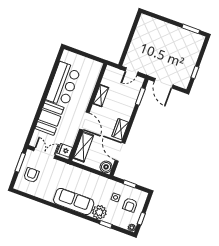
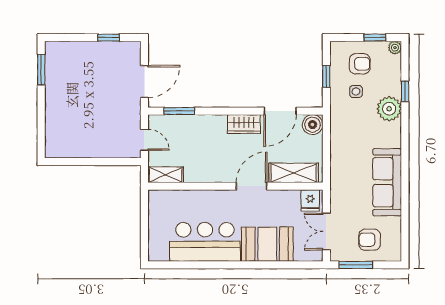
shelving: (101, 96) -> (166, 175), moved
sofa: (74, 202) -> (387, 182), moved

